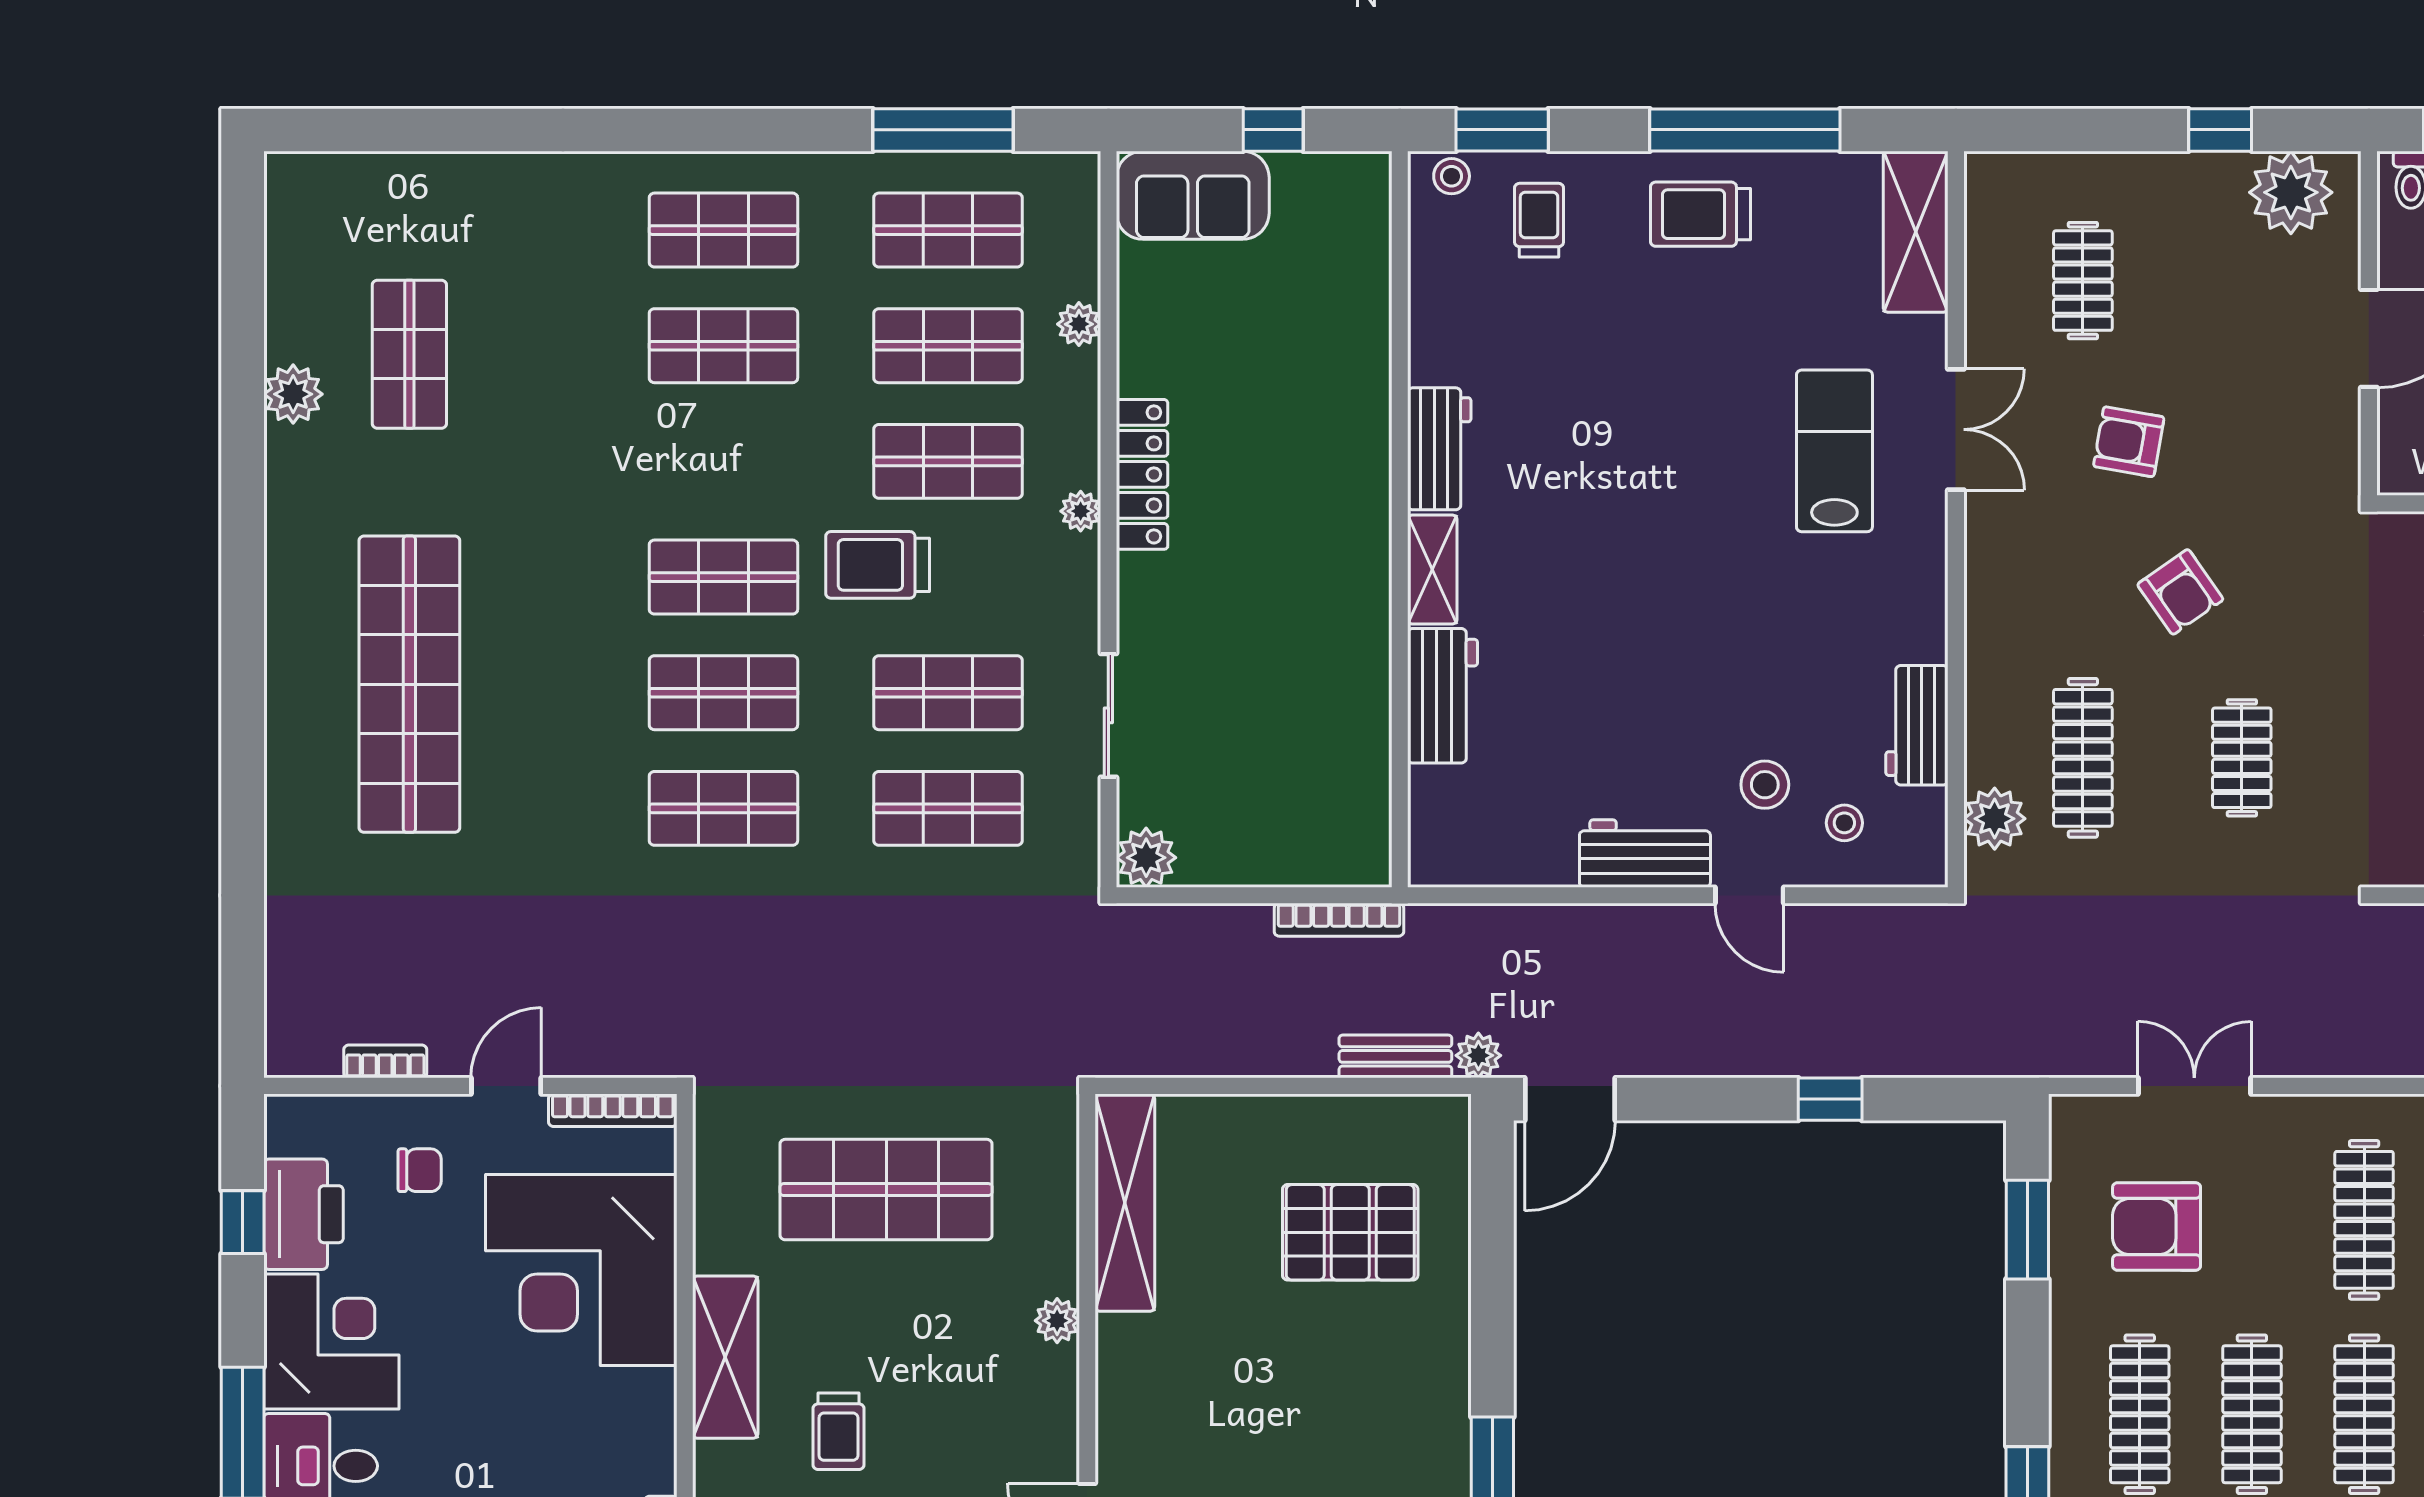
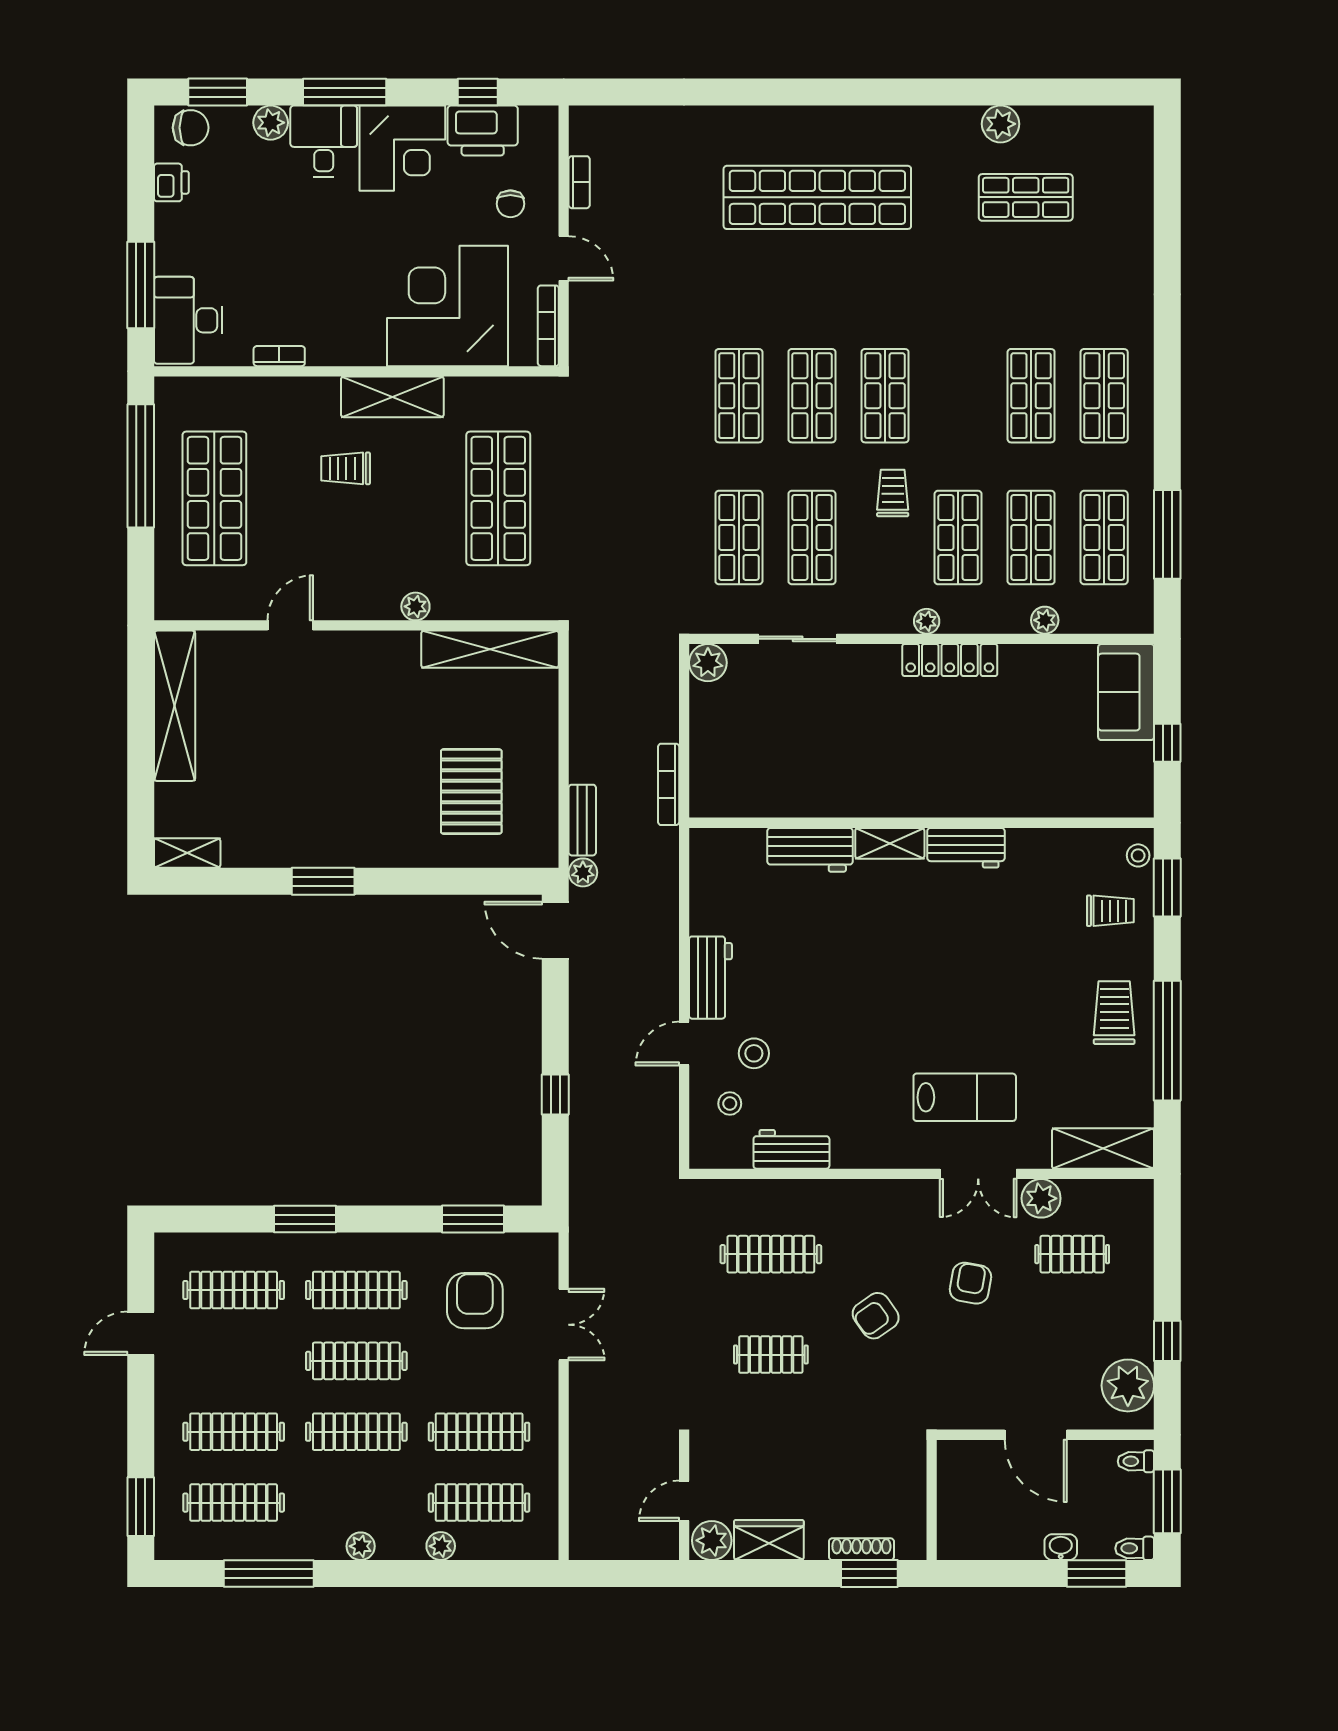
trolley: (878, 565) -> (893, 493), width x0.73, depth x0.72
plant: (1995, 819) -> (1041, 1198), moved

